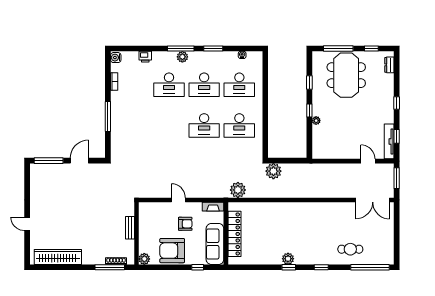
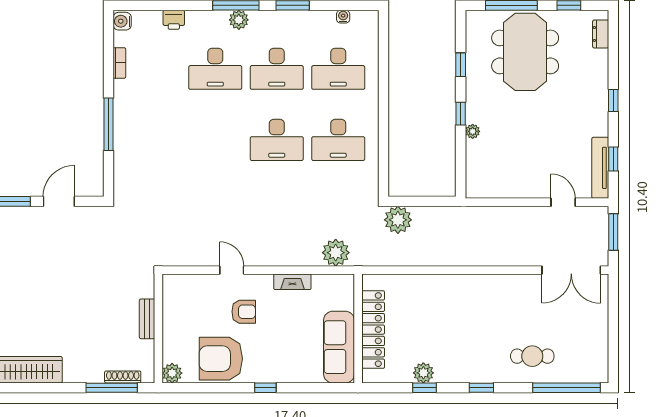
wall: (226, 233) -> (358, 328), moved
locker: (234, 234) -> (373, 330), moved
sofa: (215, 244) -> (339, 347), moved

